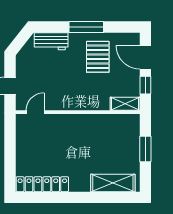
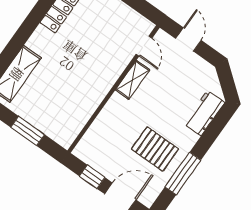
window: (86, 27) -> (183, 174), moved
shelving: (125, 104) -> (133, 80), moved

